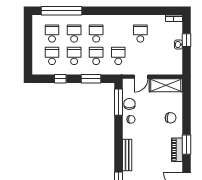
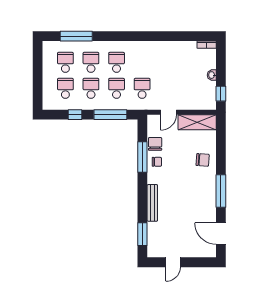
window: (61, 11) -> (76, 36), width x0.68
school desk: (140, 34) -> (168, 62), removed
window: (186, 40) -> (221, 94), moved
window: (91, 79) -> (110, 115), width x1.44
window: (119, 102) -> (142, 157), moved
window: (186, 145) -> (221, 191), width x1.44
piano: (177, 150) -> (210, 197), removed

